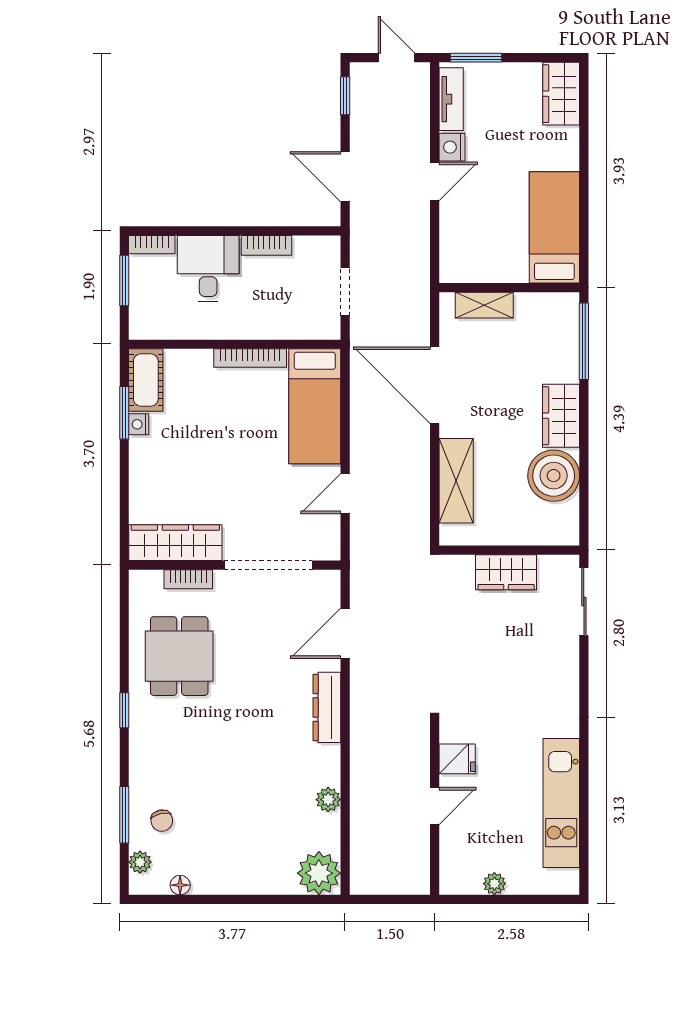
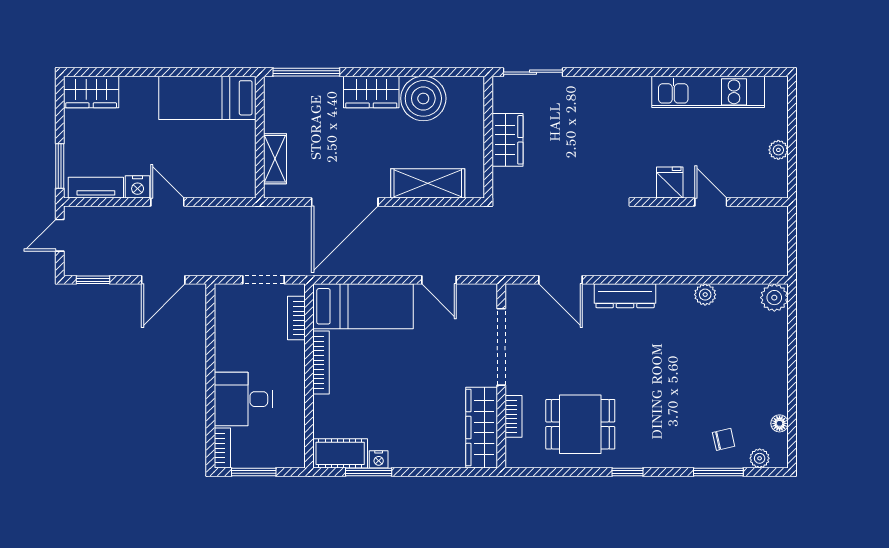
bookcase: (266, 245) -> (296, 318), moved, turned 180
plant: (319, 873) -> (774, 298), width x0.73, depth x0.73

